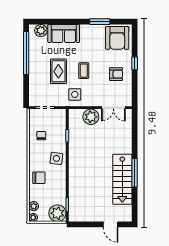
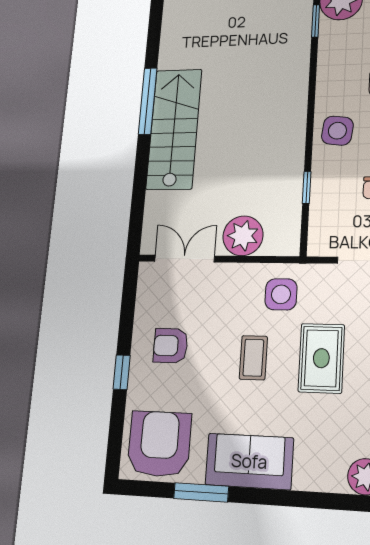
sofa: (64, 33) -> (249, 461), moved
stairs: (122, 179) -> (174, 129), moved

